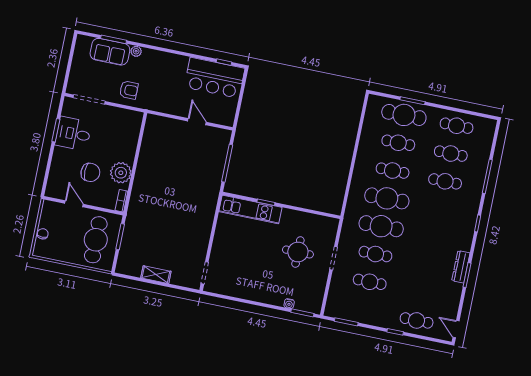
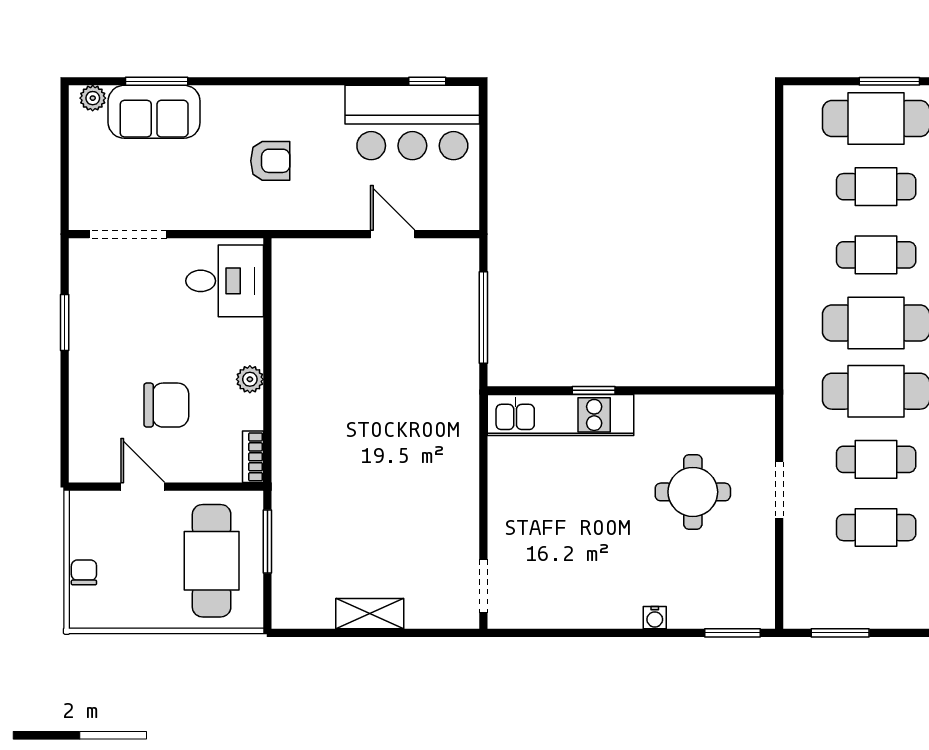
plant: (136, 51) -> (93, 98), moved
armchair: (129, 90) -> (270, 161), moved
desk: (73, 134) -> (225, 281), moved, turned 180
plant: (121, 173) -> (250, 379), width x0.53, depth x0.53
water cooler: (289, 304) -> (655, 618), moved

